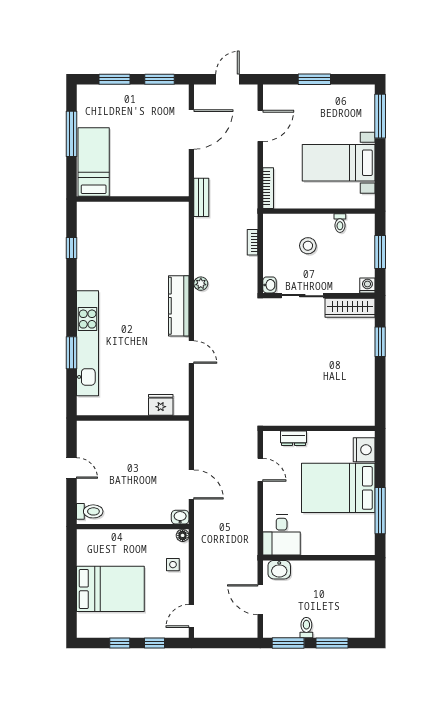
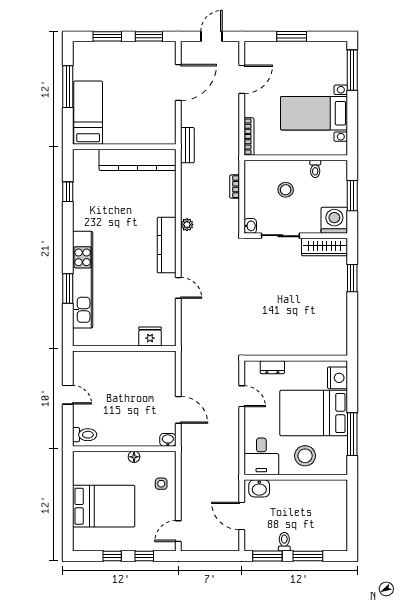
kitchen counter: (147, 213) -> (138, 160), added
washing machine: (367, 286) -> (334, 220), width x1.89, depth x1.89
stool: (329, 534) -> (305, 456), added
floor lamp: (183, 535) -> (134, 457), moved

